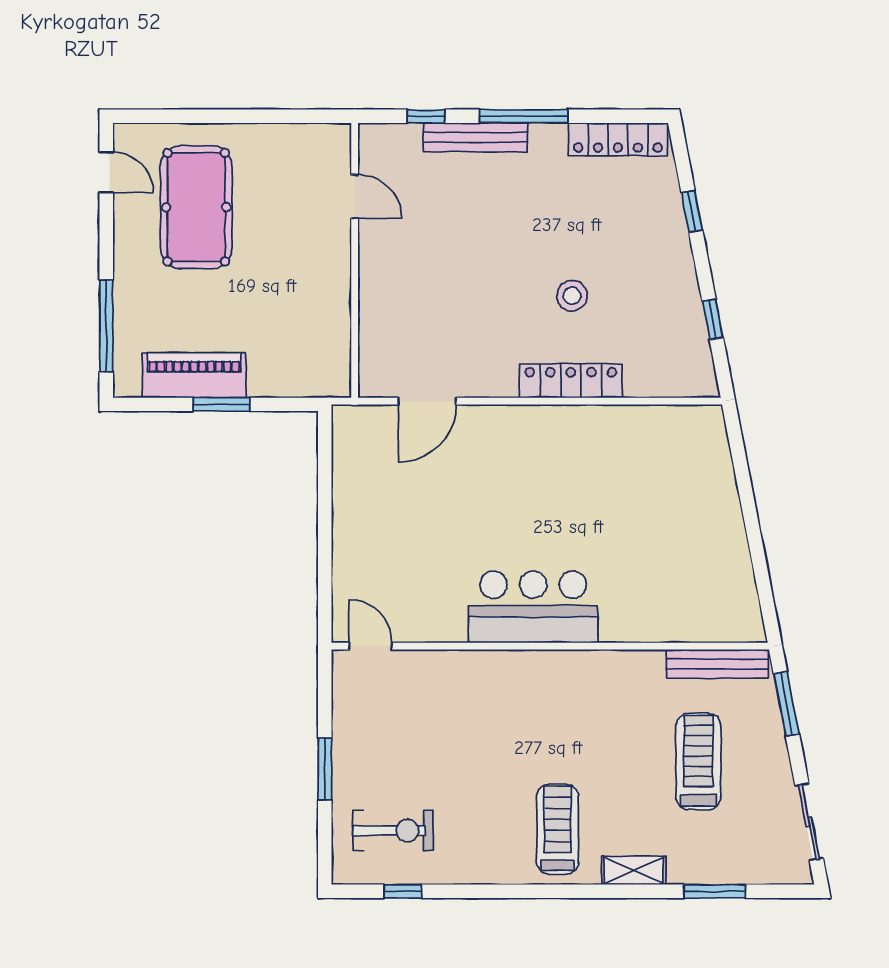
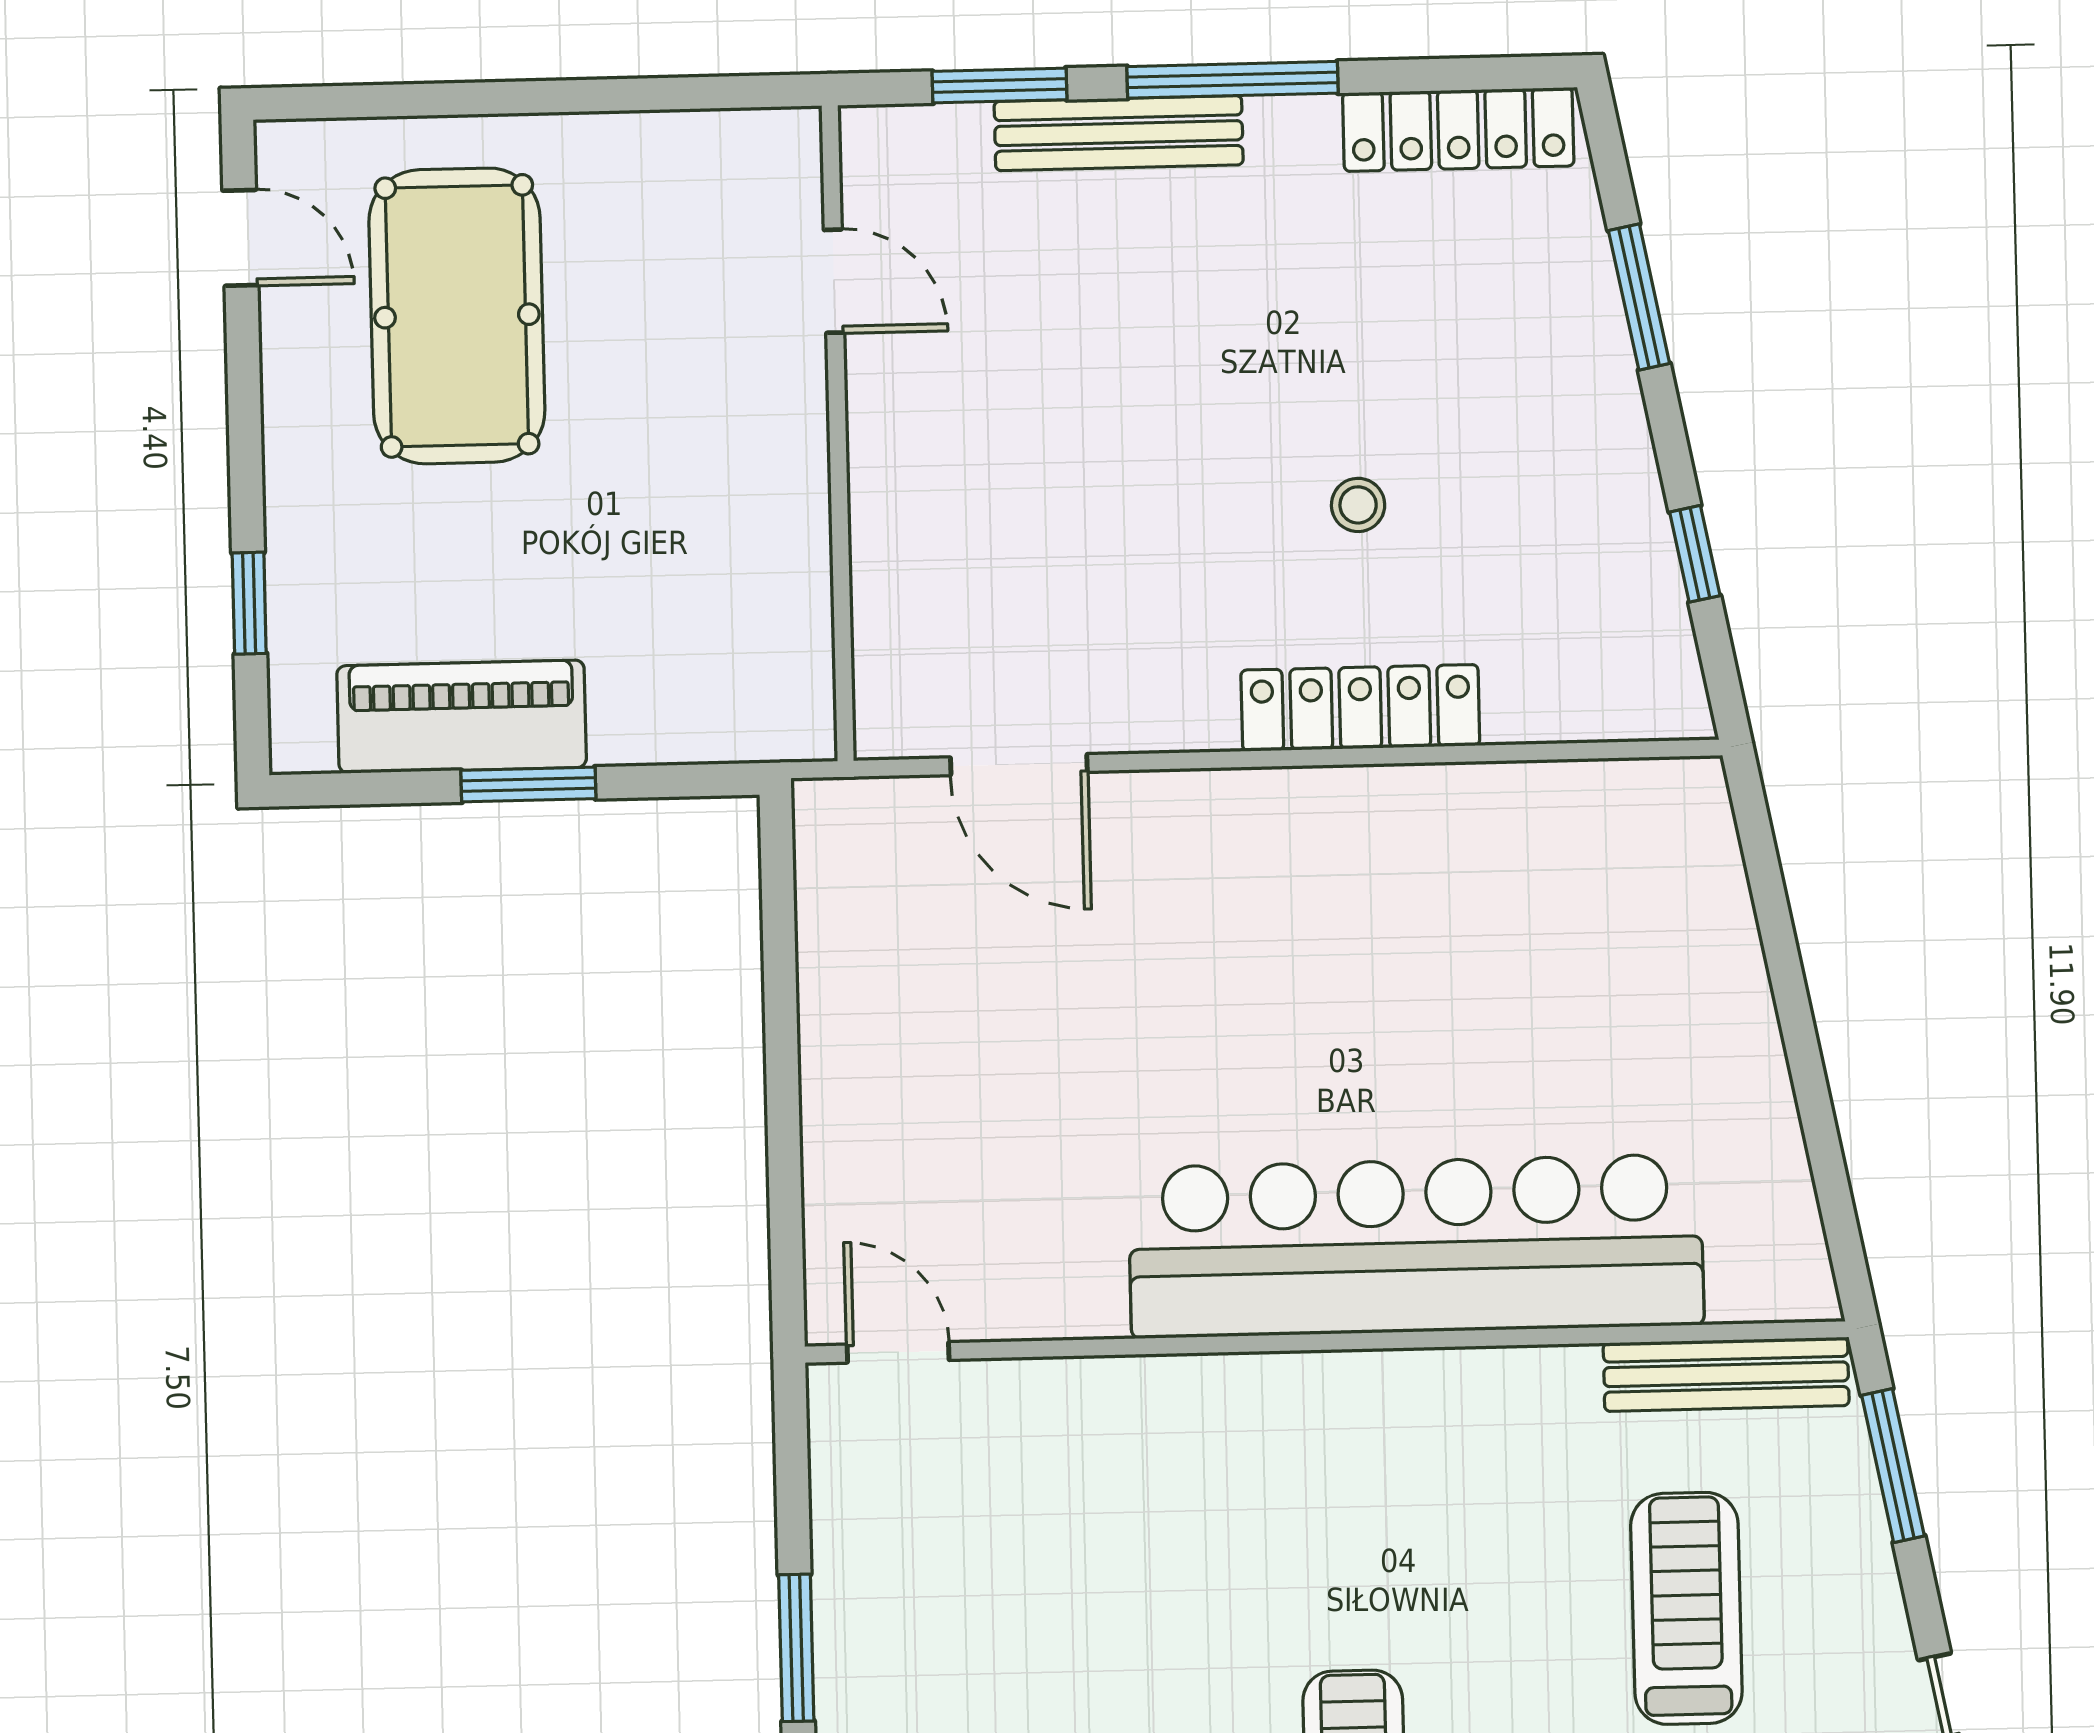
window: (426, 116) -> (1000, 86), width x1.50
window: (692, 211) -> (1639, 297), width x1.50
stool: (572, 296) -> (1358, 505), width x0.73, depth x0.73
window: (106, 326) -> (249, 603), width x0.46
door: (427, 401) -> (1019, 765), hinge flipped
bar counter: (533, 607) -> (1416, 1246), width x1.86

